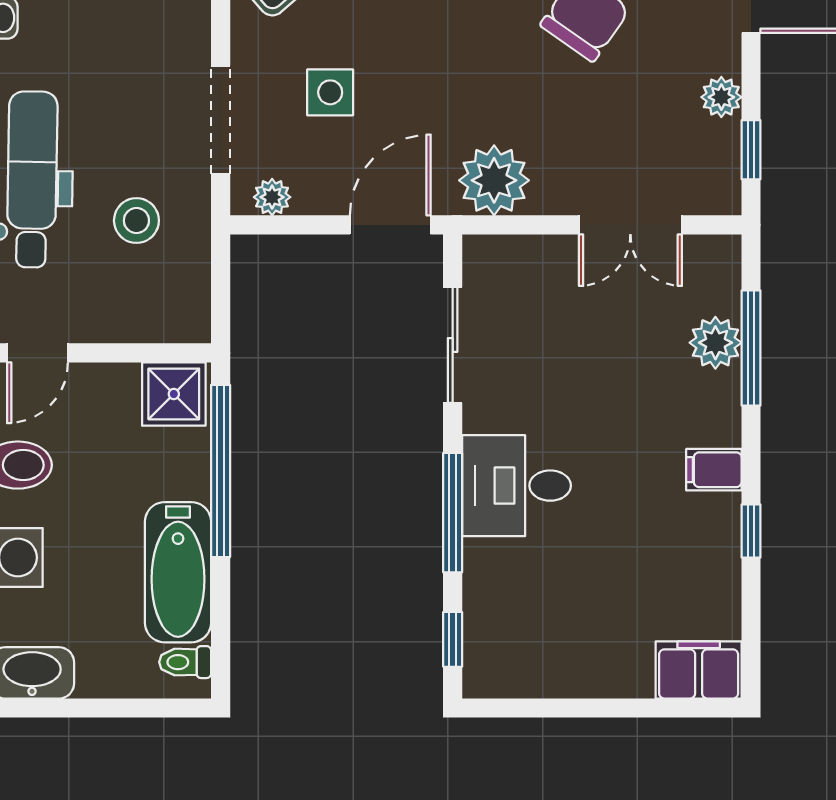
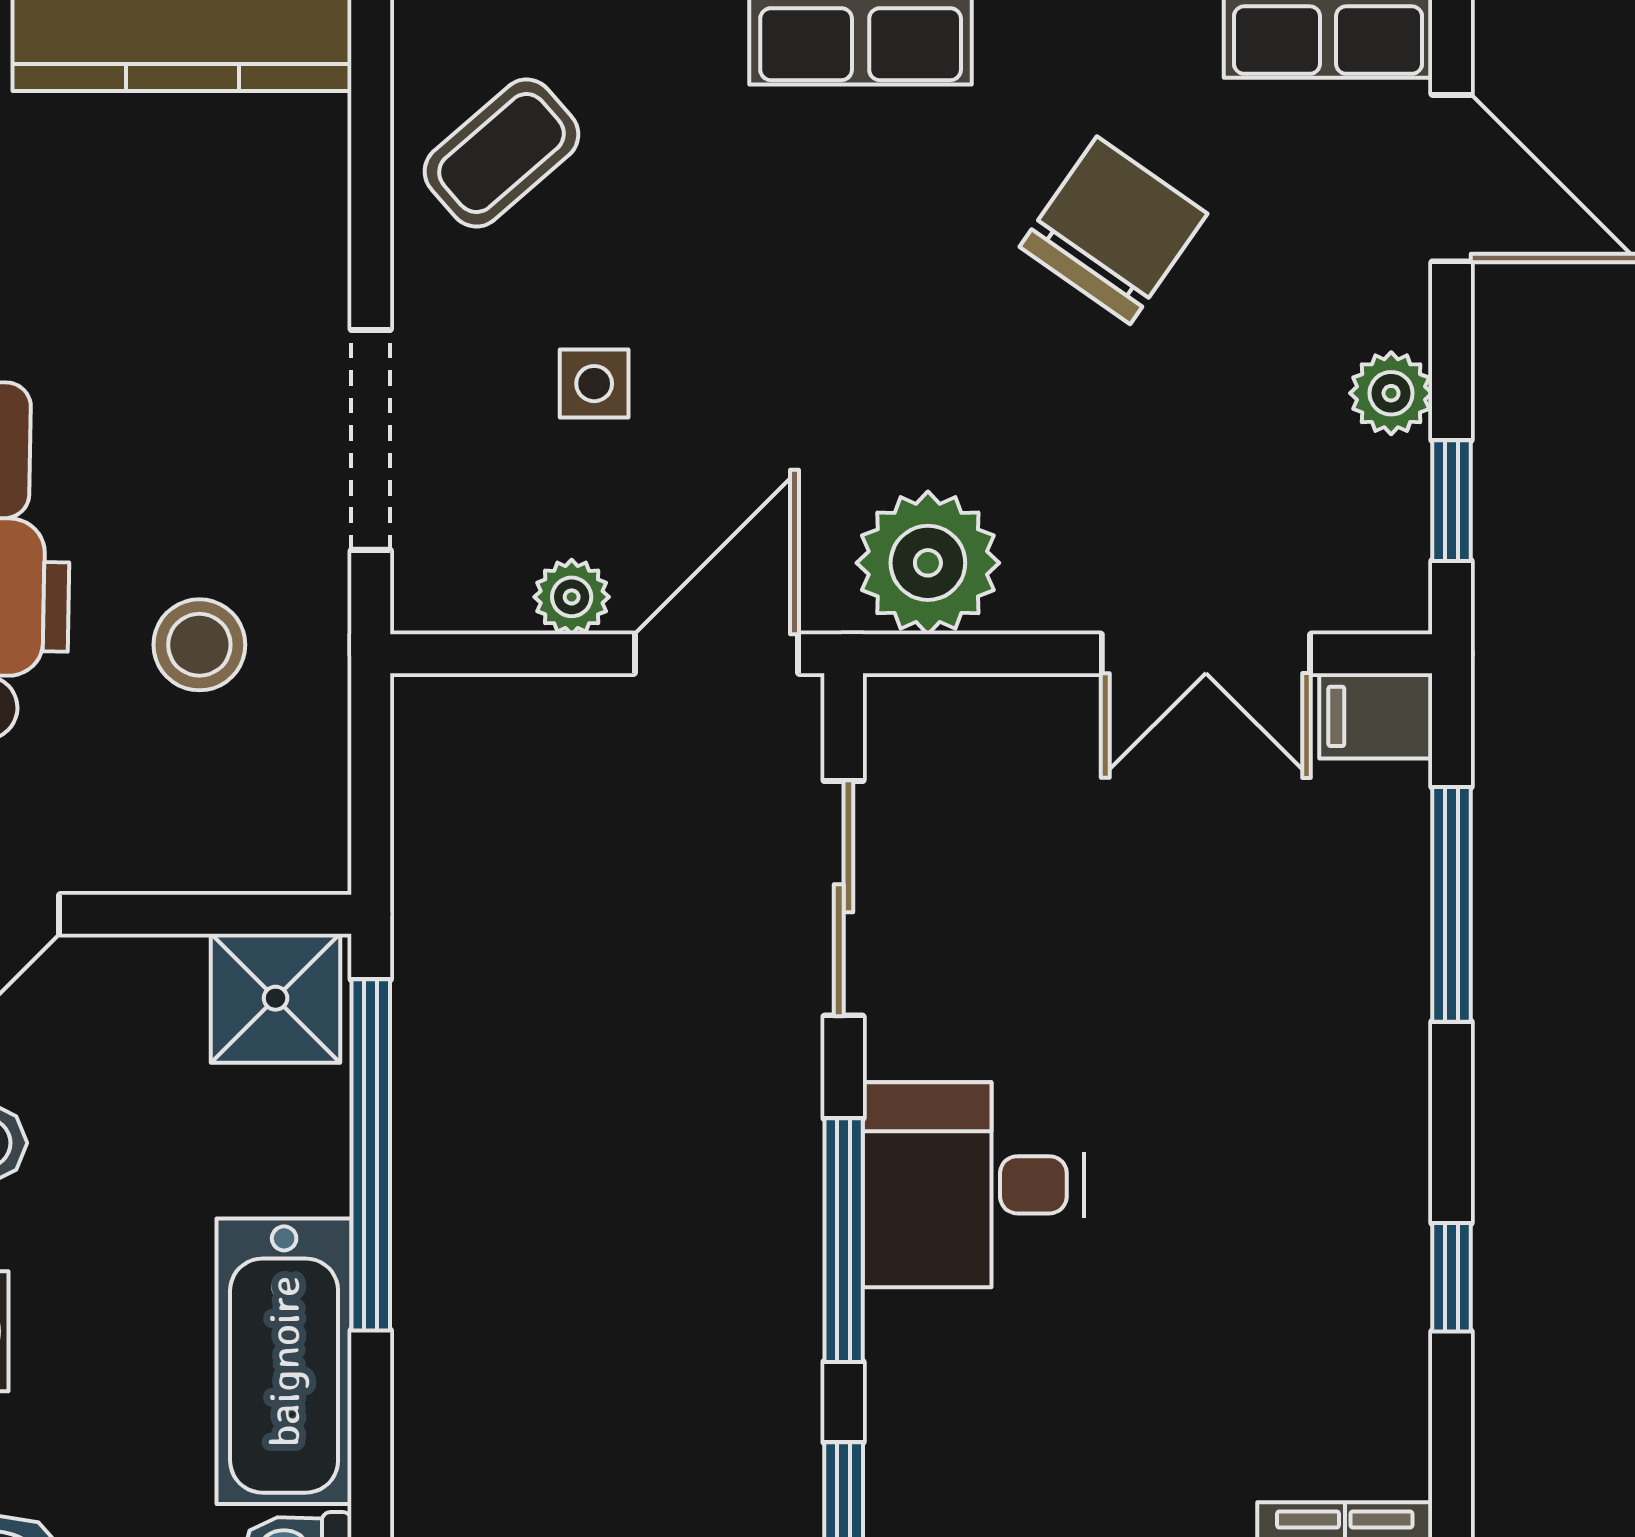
side table: (330, 92) -> (594, 384), width x0.73, depth x0.73
plant: (272, 197) -> (572, 597), moved
plant: (715, 343) -> (1379, 894), removed
filing cabinet: (714, 470) -> (1376, 716), moved

